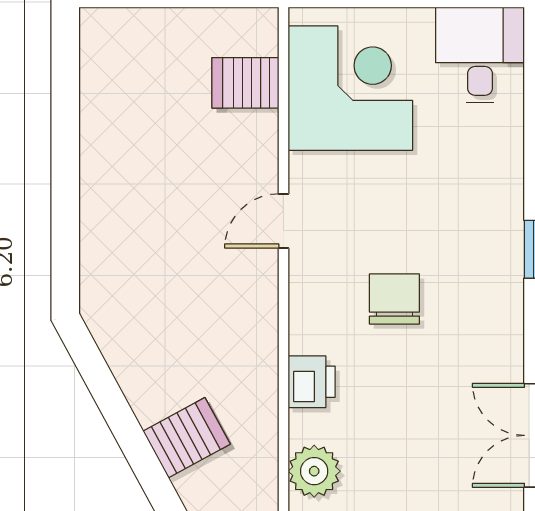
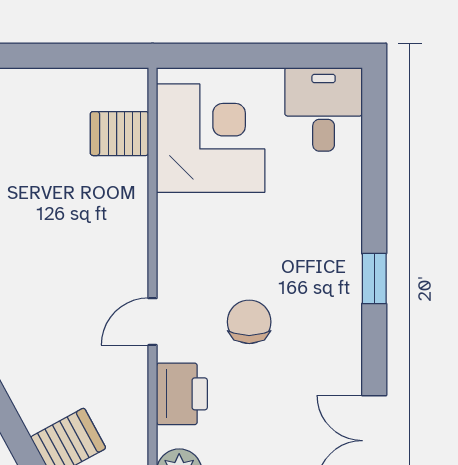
door: (283, 221) -> (153, 322), moved
printer: (312, 382) -> (182, 394), width x1.36, depth x1.24

